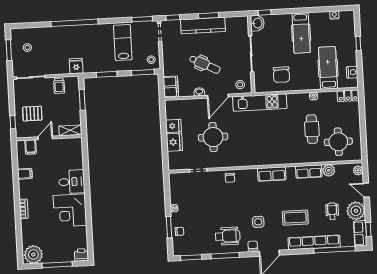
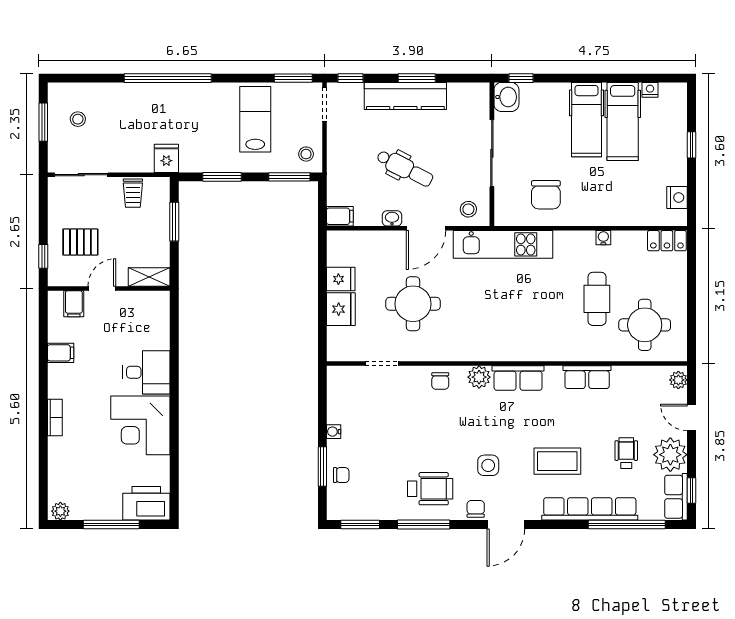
hospital bed: (328, 68) -> (623, 121), moved, turned 180
filing cabinet: (171, 87) -> (340, 216), width x0.50
plant: (329, 170) -> (479, 377), moved
plant: (33, 254) -> (60, 511), width x0.53, depth x0.53
printer: (81, 255) -> (146, 503), width x1.87, depth x1.48

